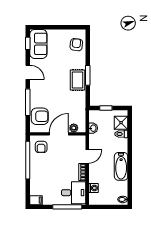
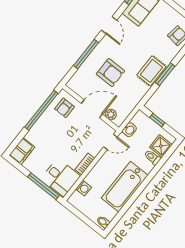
armchair: (40, 116) -> (110, 73), moved
door: (87, 156) -> (110, 142), moved
bathtub: (121, 166) -> (125, 187), width x1.36, depth x1.36
filing cabinet: (36, 200) -> (22, 151), width x2.00

